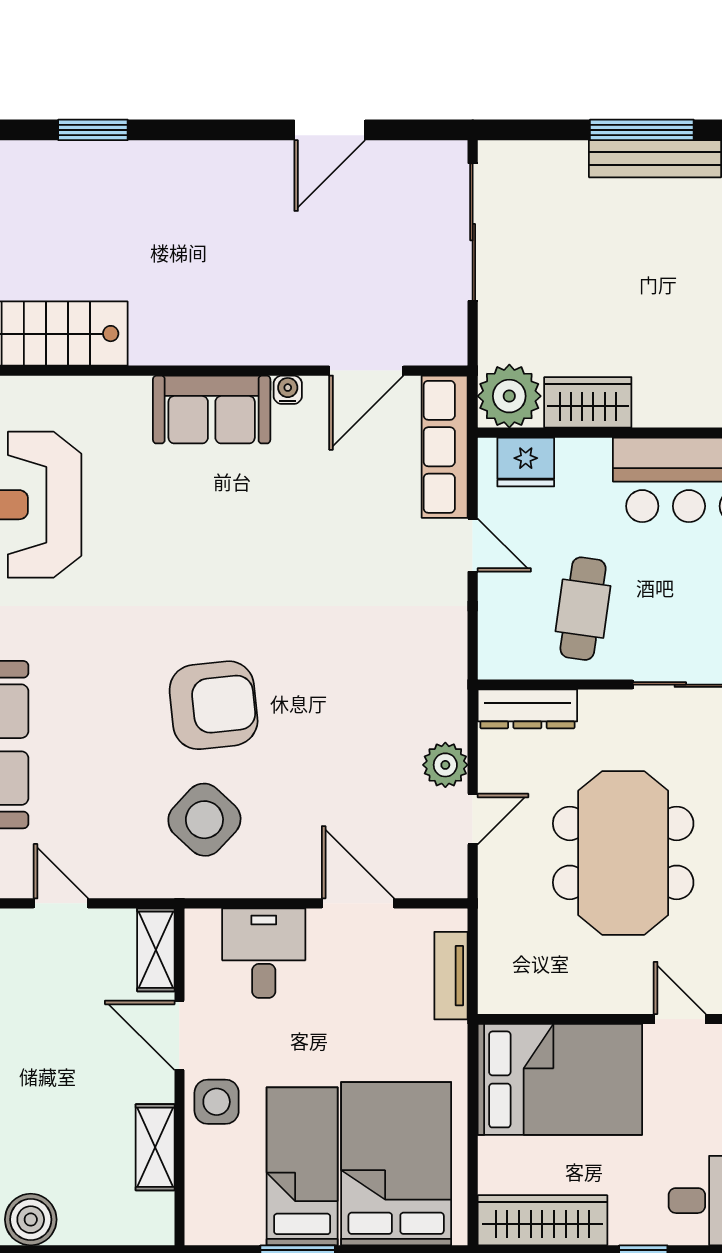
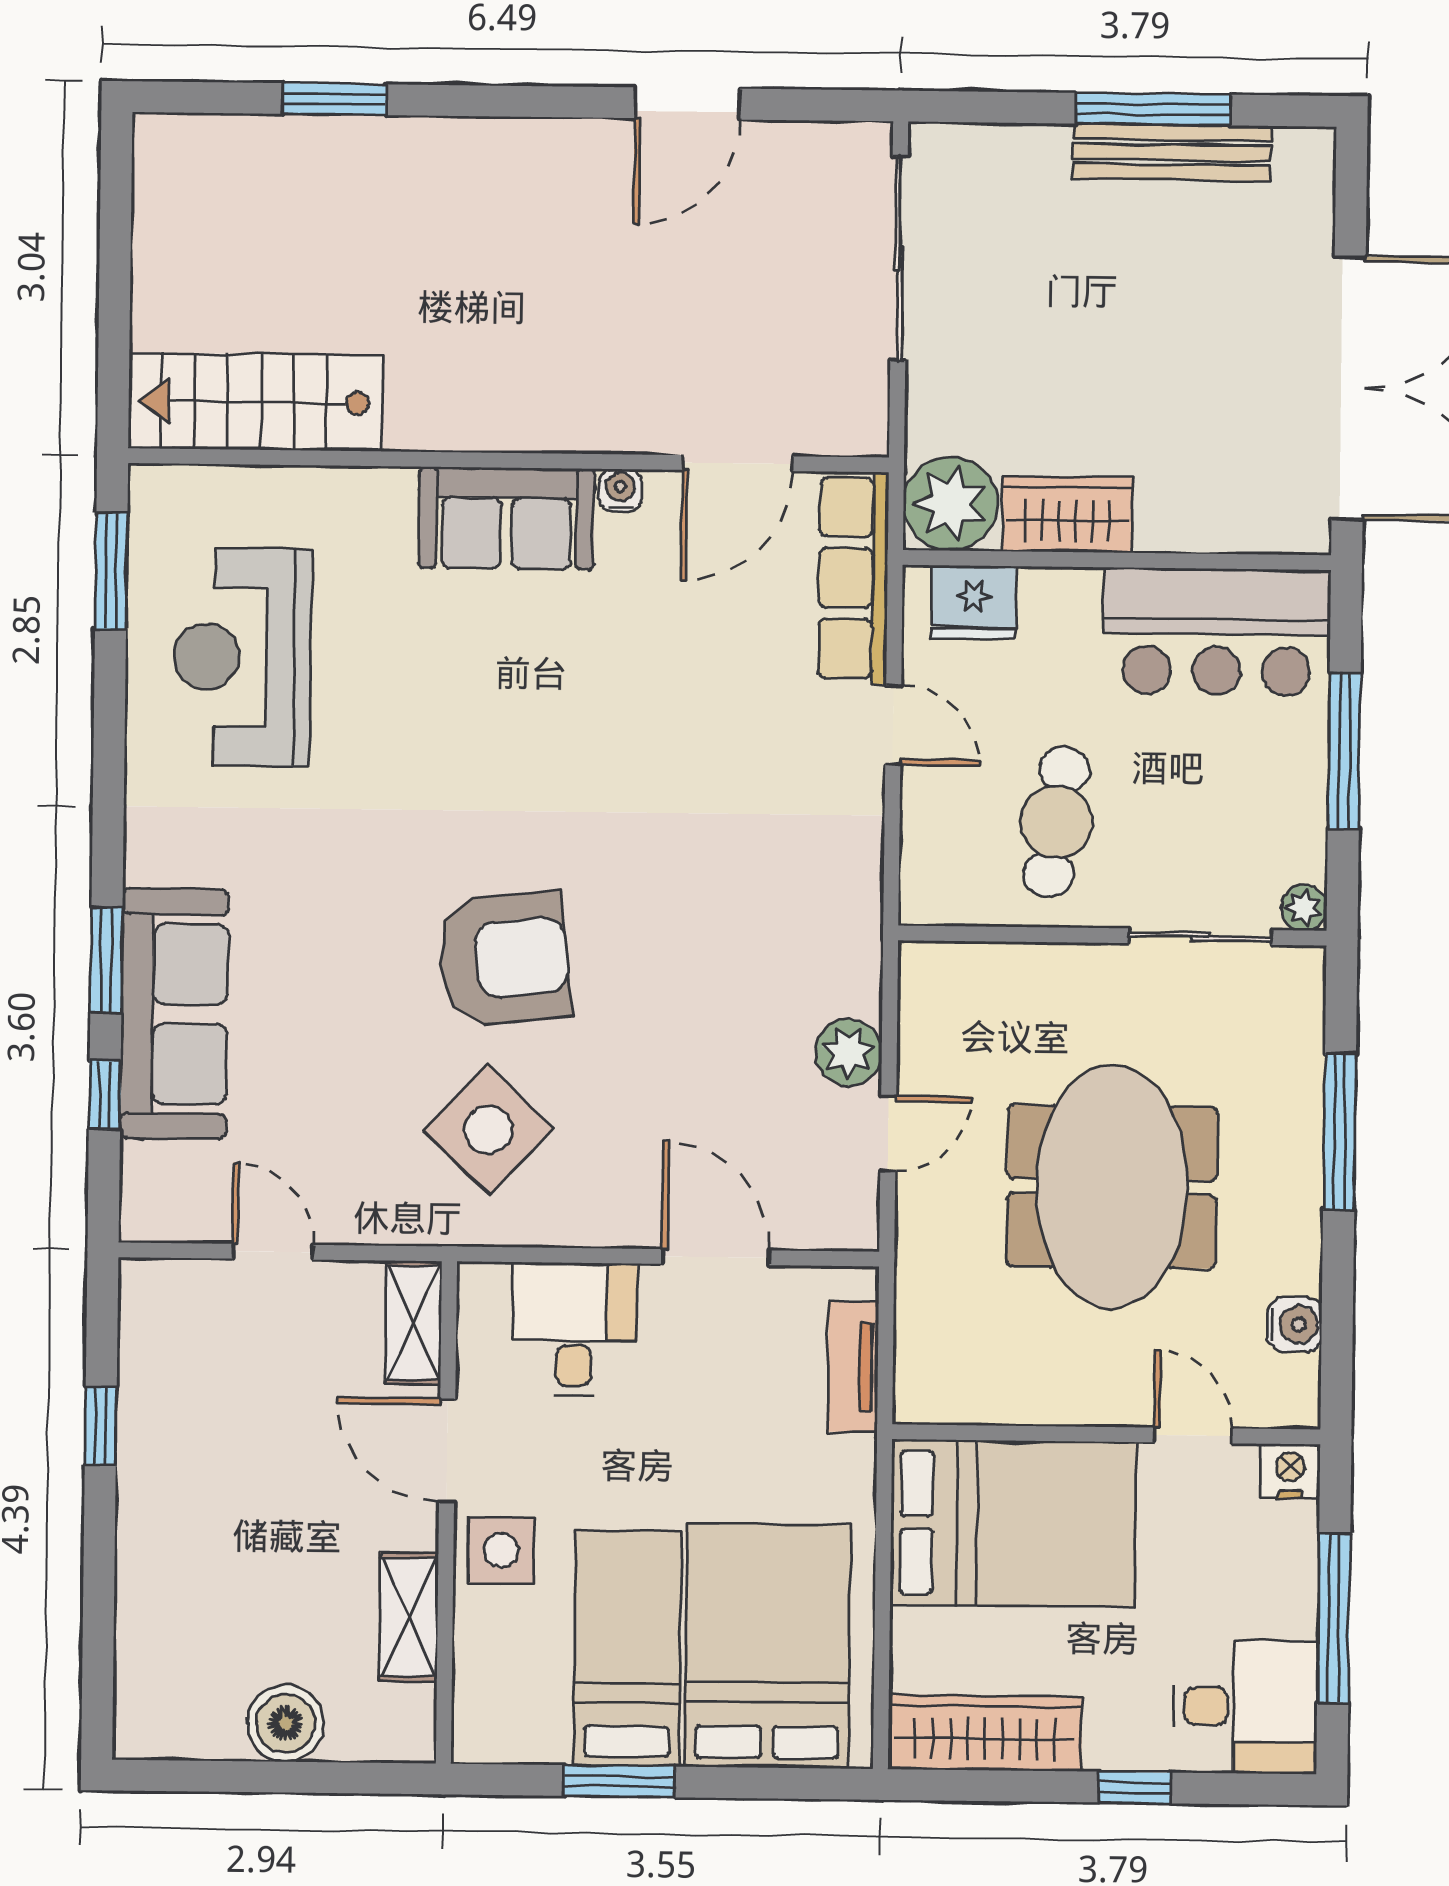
dresser: (527, 709) -> (972, 970), removed
boiler: (31, 1220) -> (286, 1723), moved

